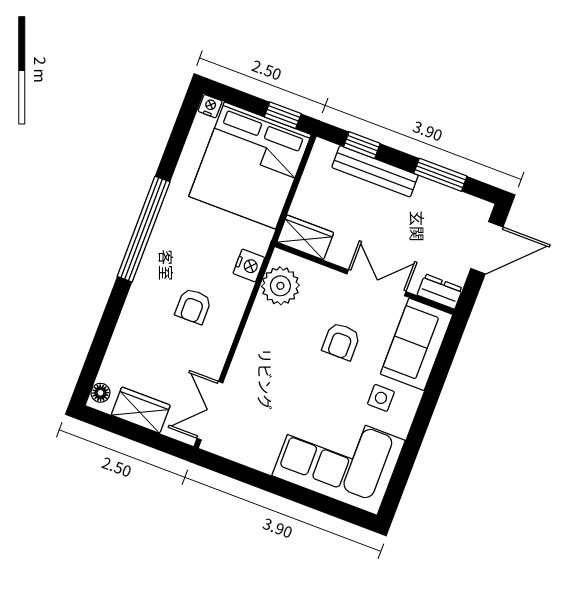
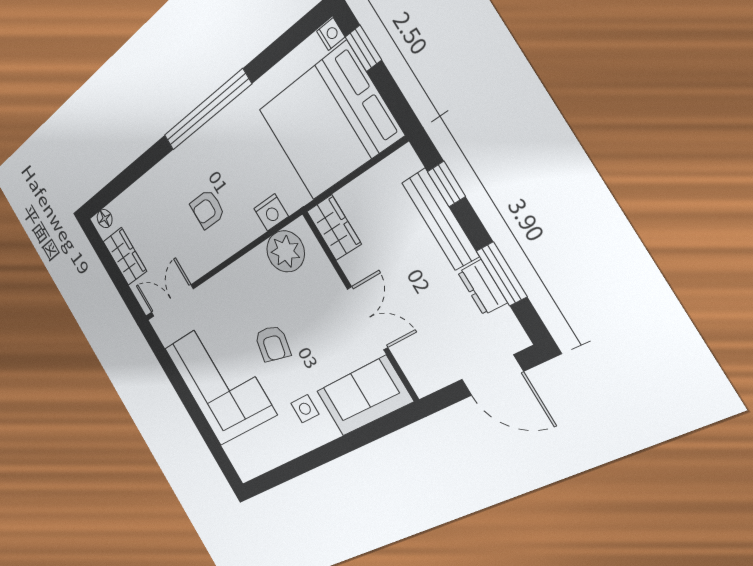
window: (283, 115) -> (363, 48), moved
dresser: (440, 292) -> (482, 287), moved, turned 180
armchair: (341, 341) -> (273, 344), moved, turned -77
corner sofa: (339, 458) -> (220, 381), moved

